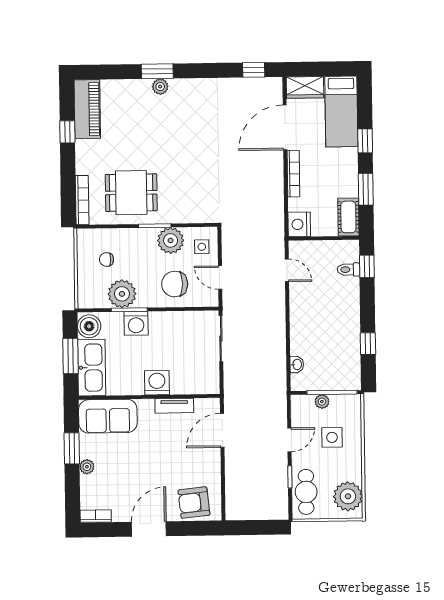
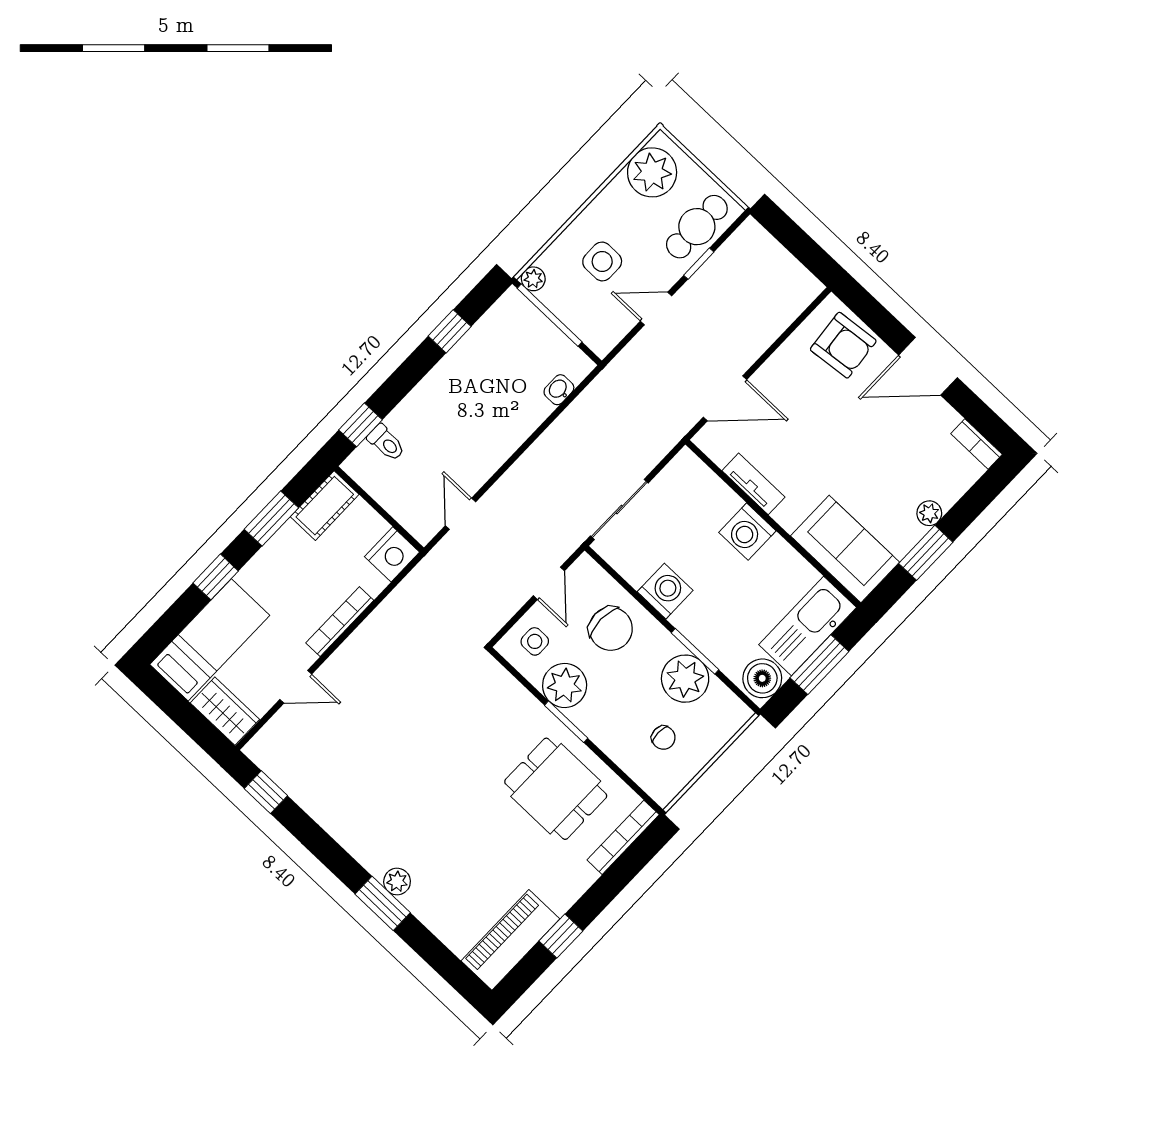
door: (285, 127) -> (296, 687), width x0.53
washing machine: (136, 323) -> (665, 591), moved
plant: (322, 402) -> (533, 279), moved

